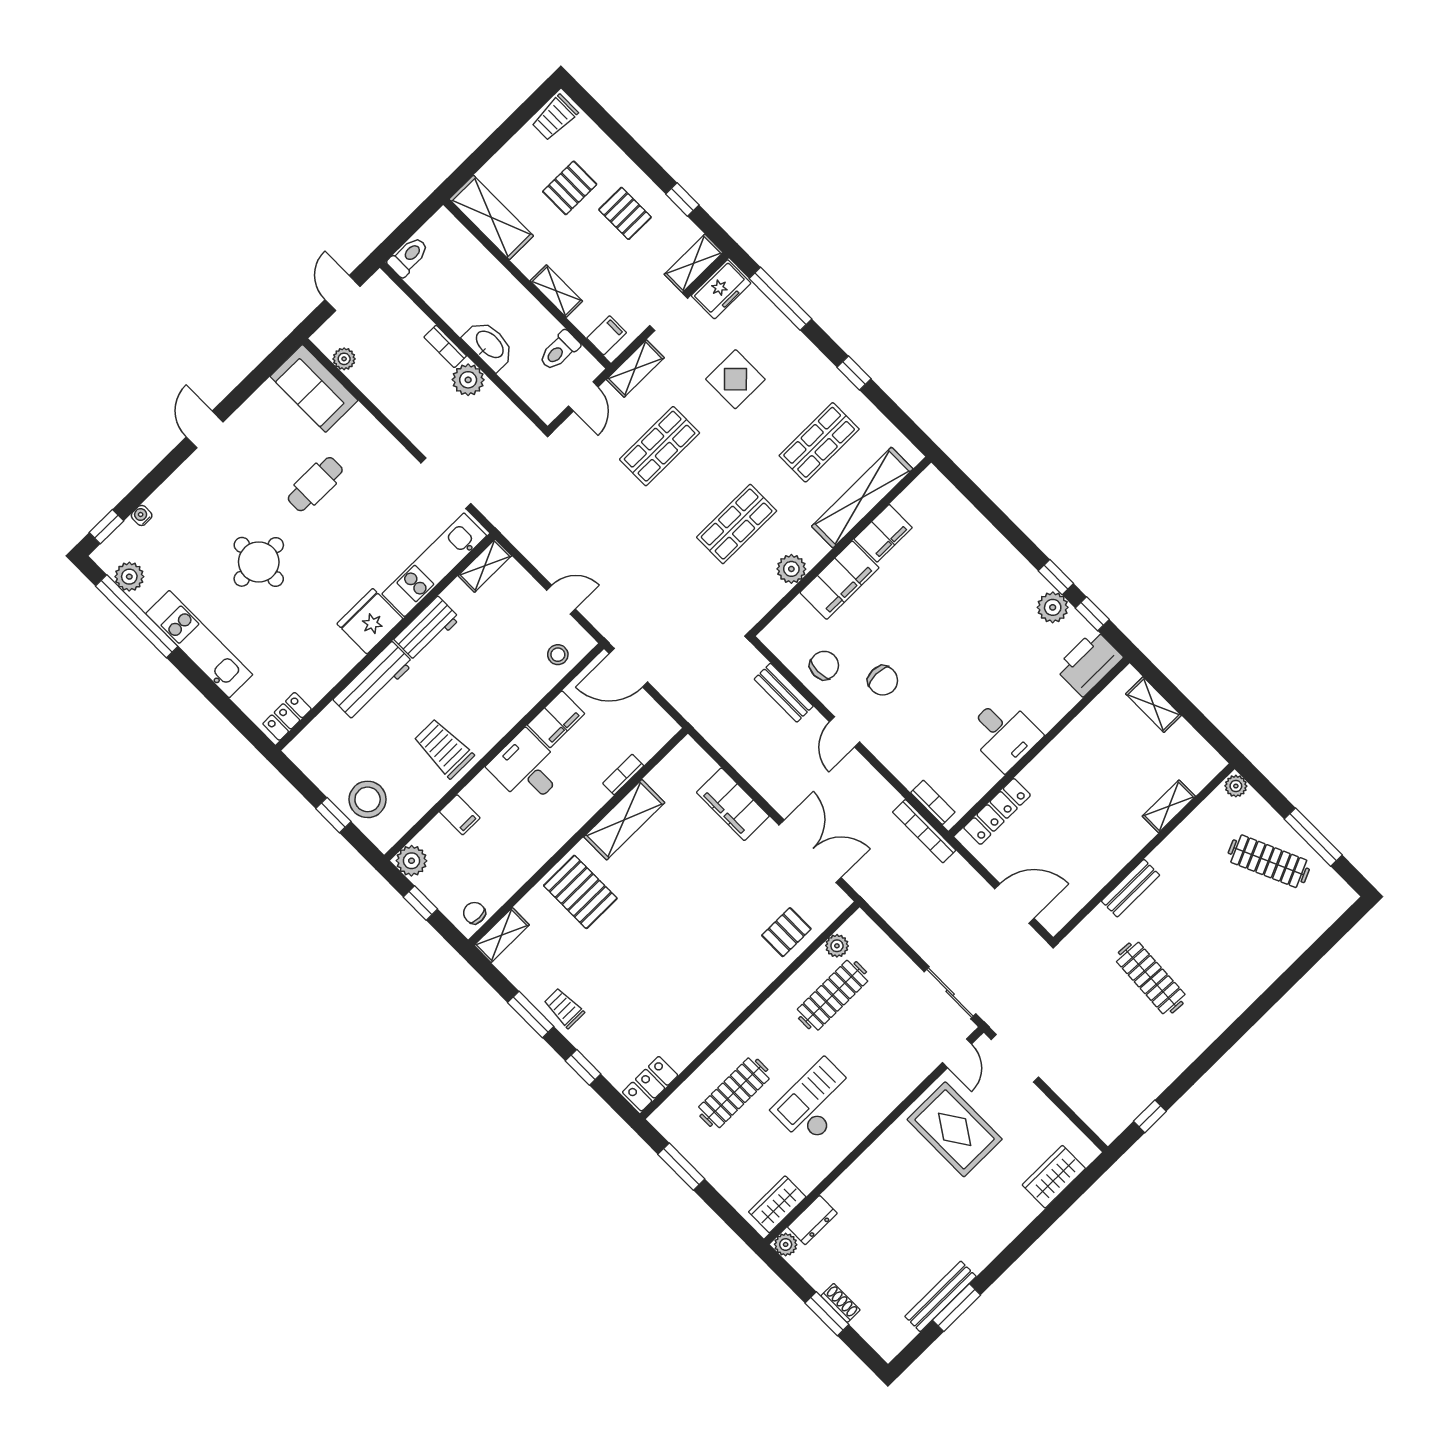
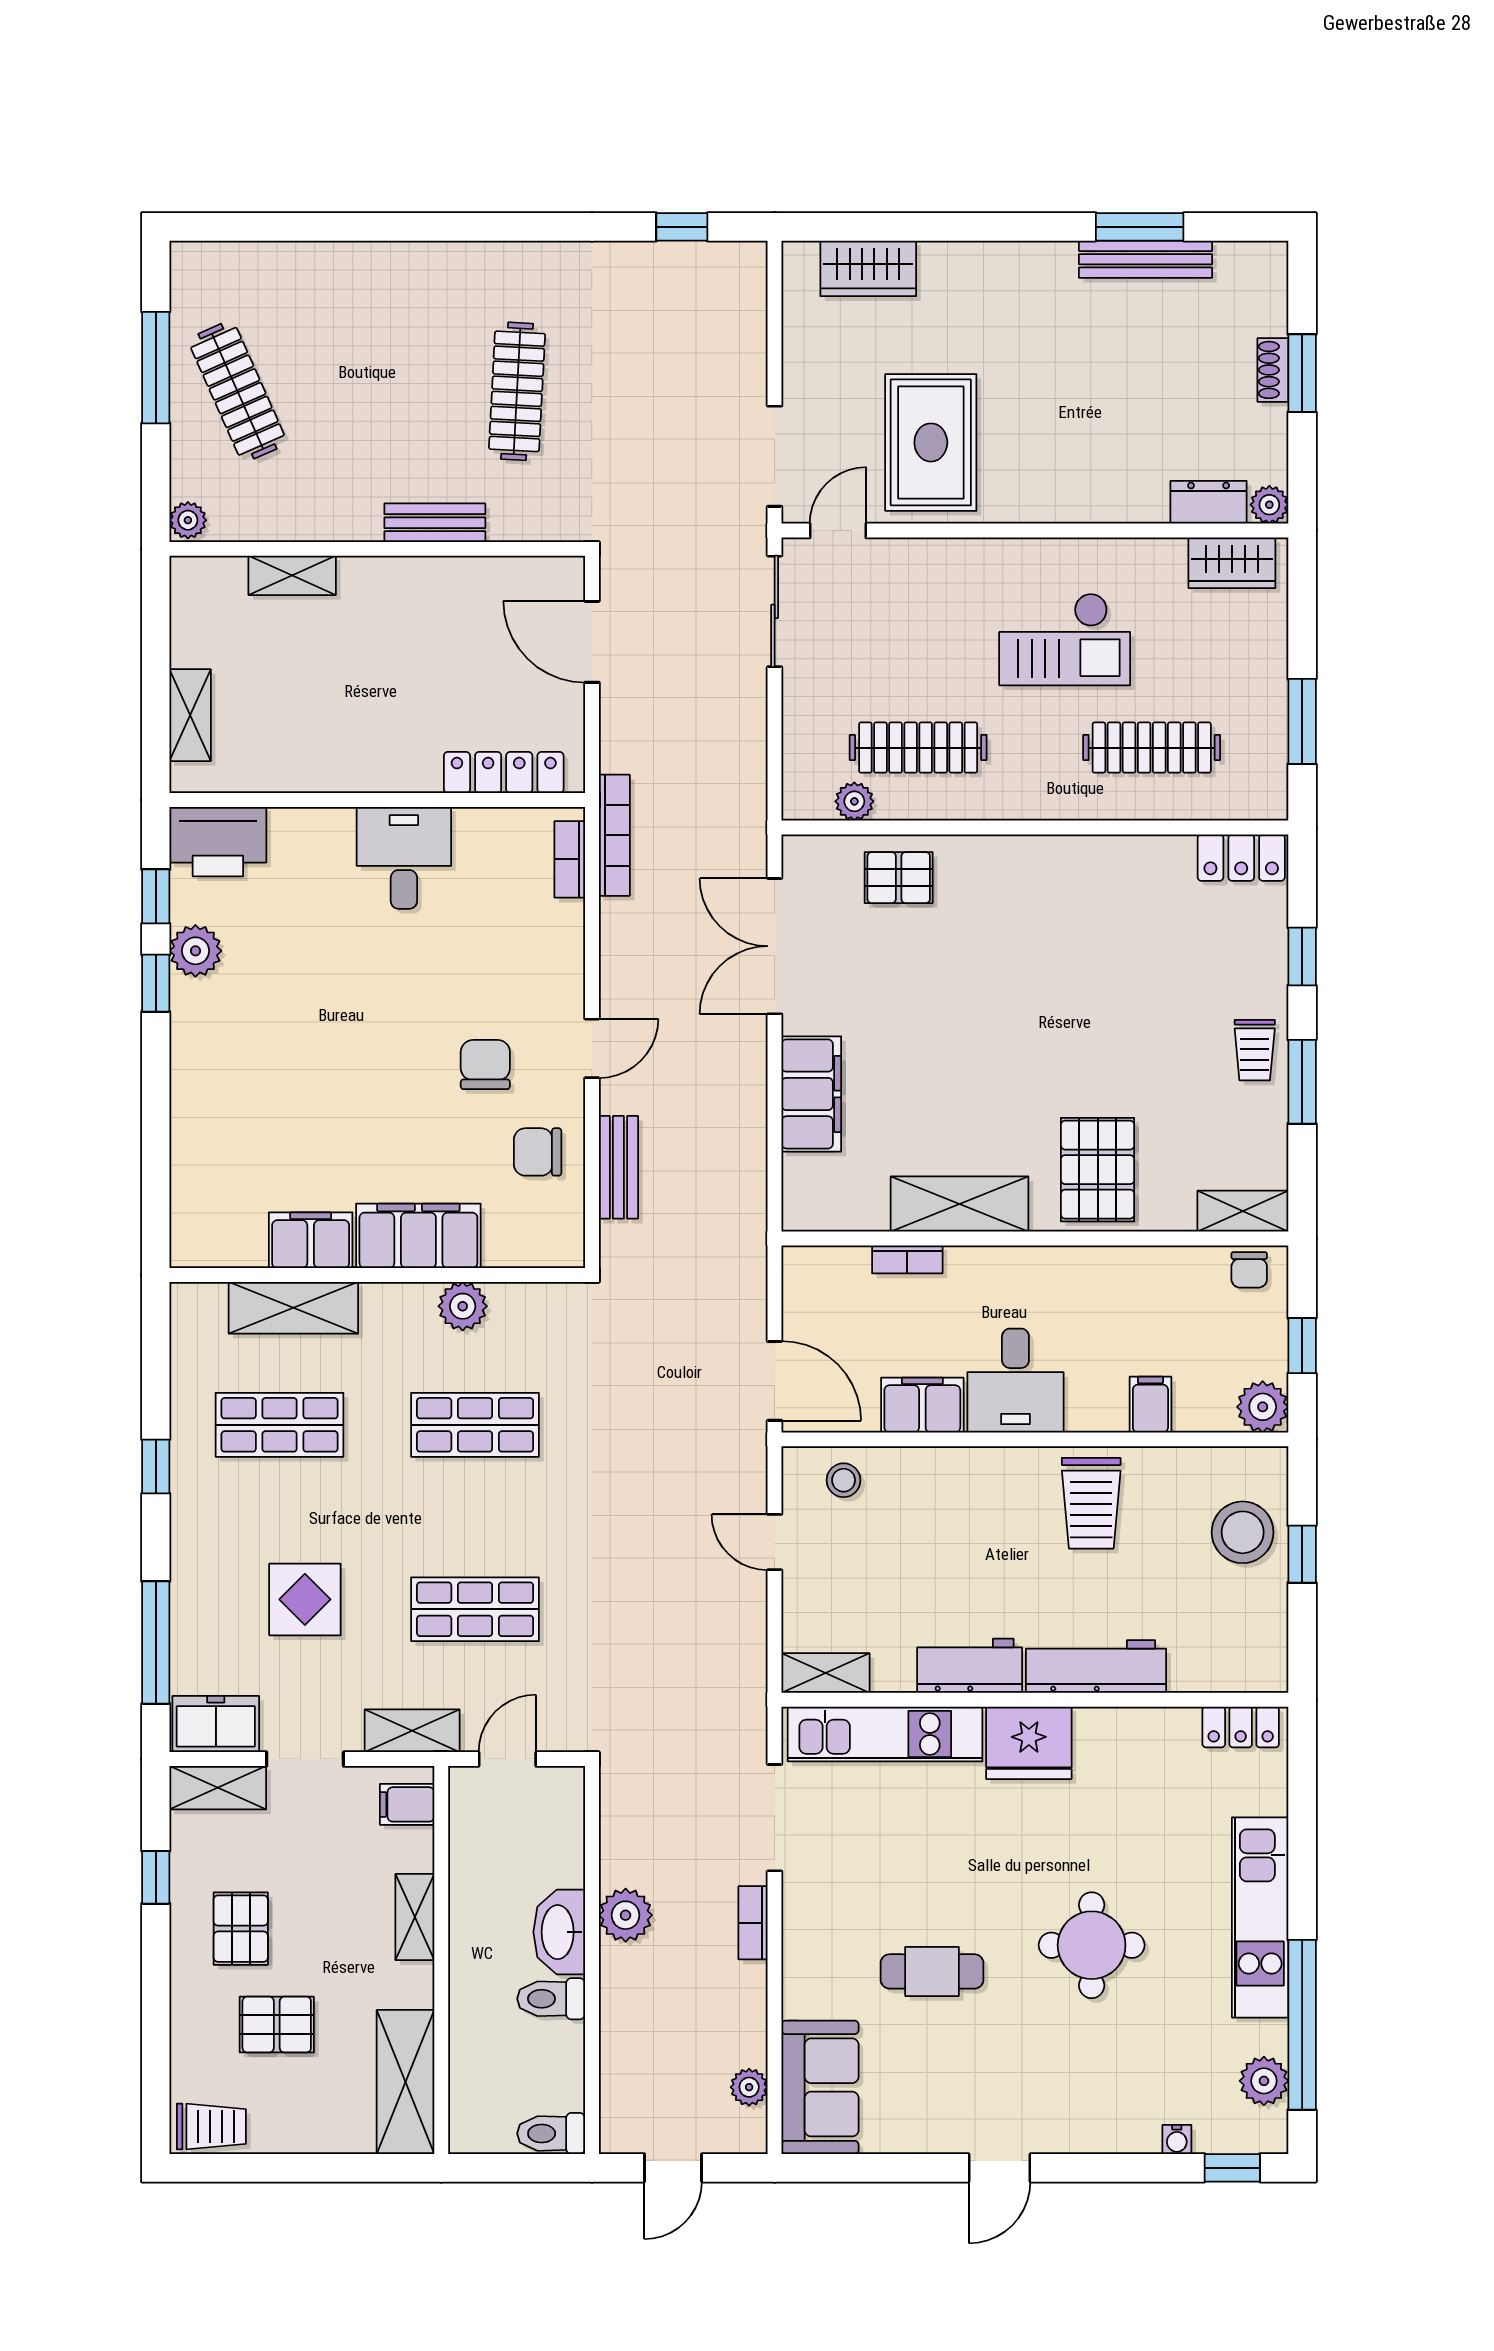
bookcase: (445, 346) -> (753, 1923), moved, turned 180
toilet: (559, 351) -> (551, 1999), moved, turned 180
shelving: (862, 498) -> (293, 1308), width x0.68

